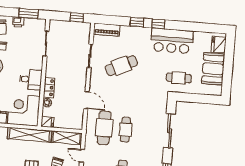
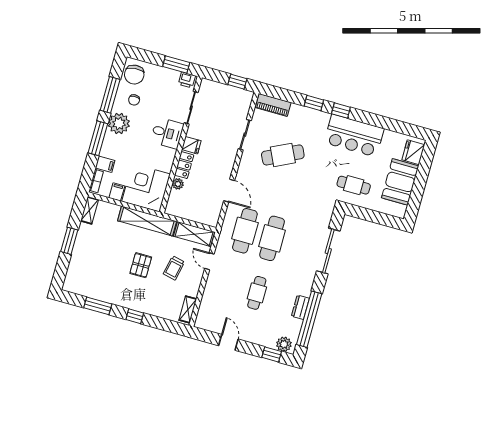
printer: (18, 22) -> (187, 80), moved
desk: (31, 79) -> (167, 133), moved
fridge: (48, 122) -> (191, 145), moved
cafe table: (125, 130) -> (272, 238), width x1.37, depth x1.35

